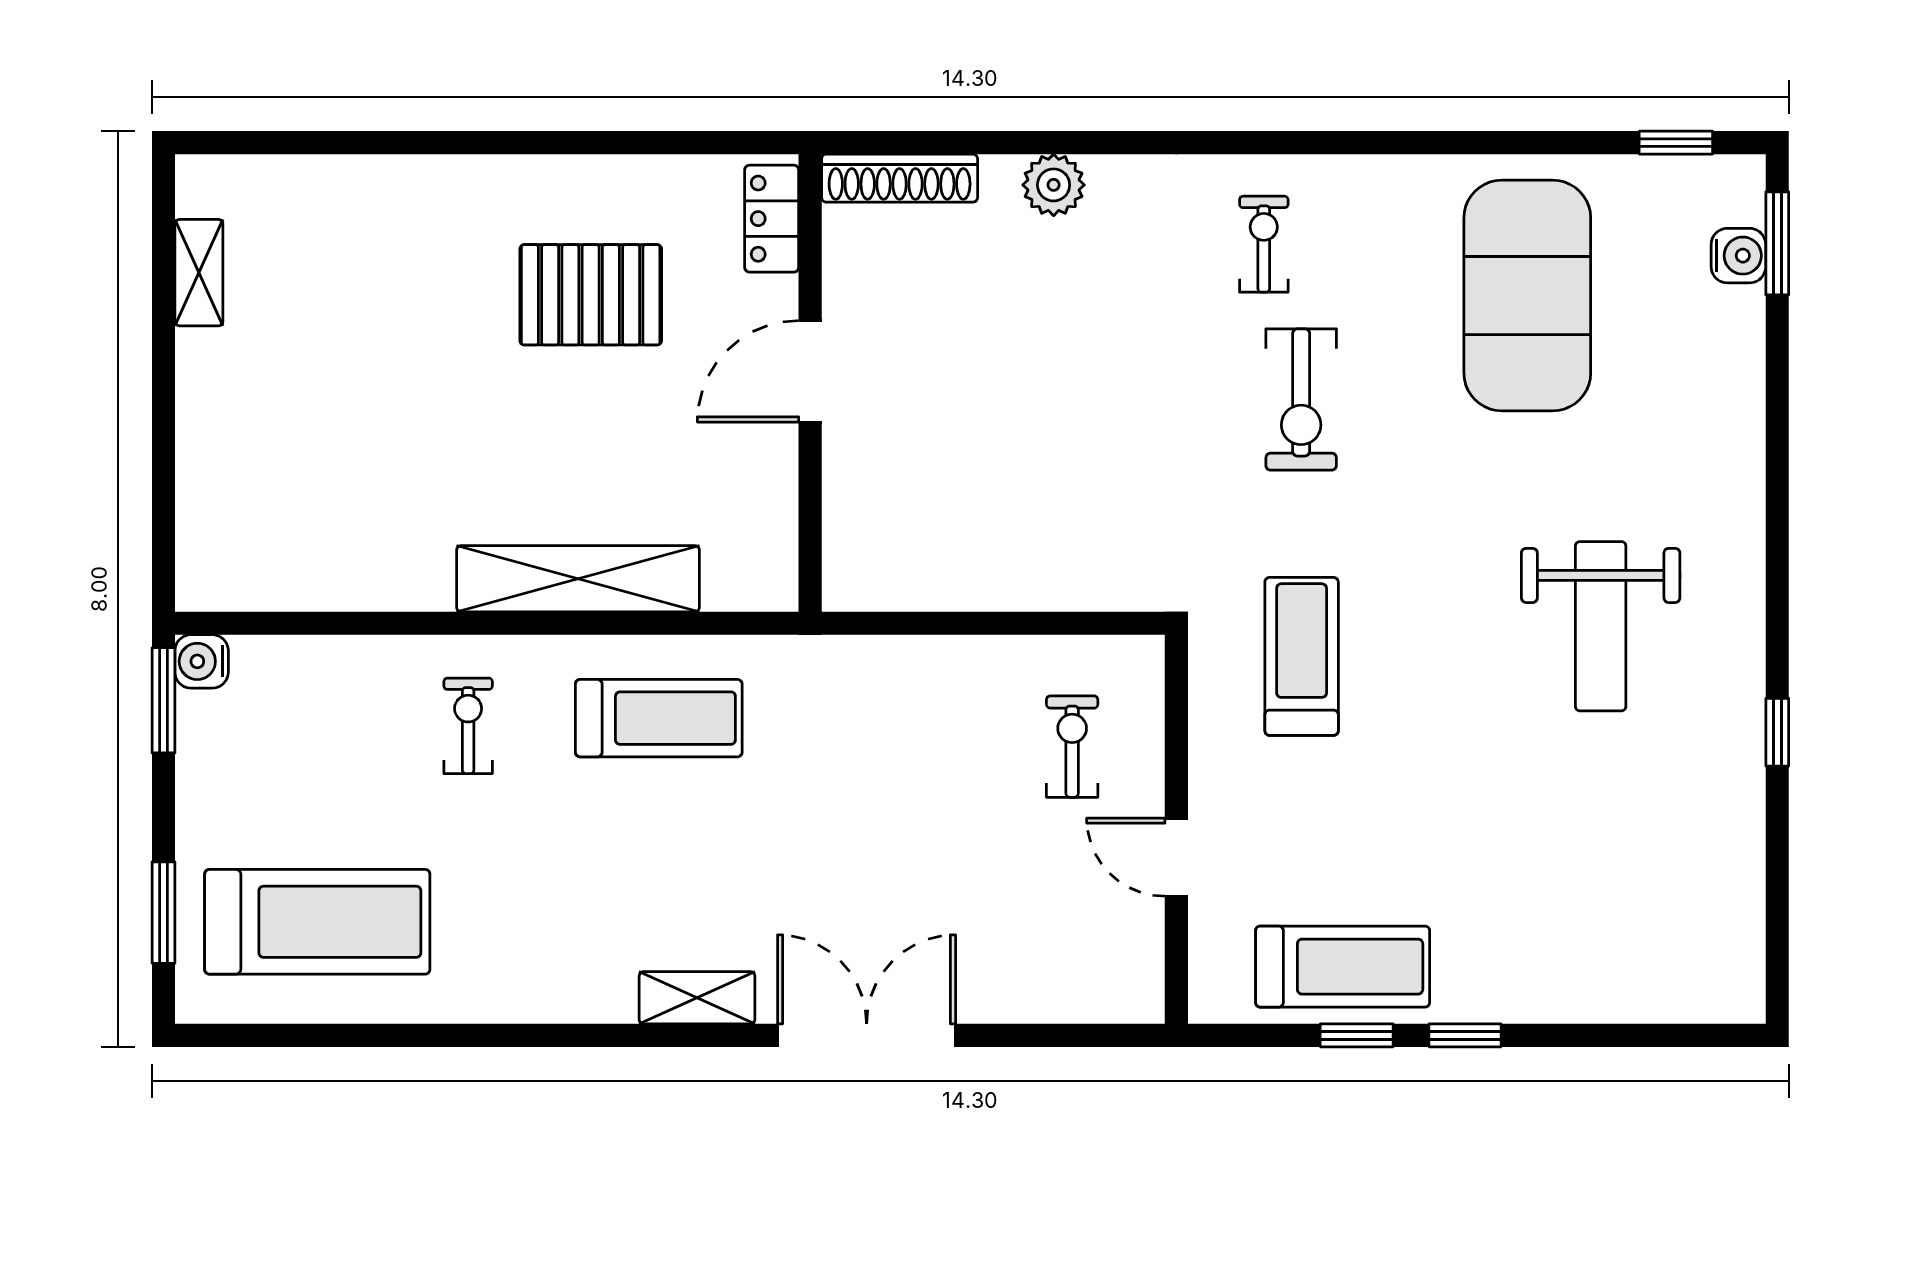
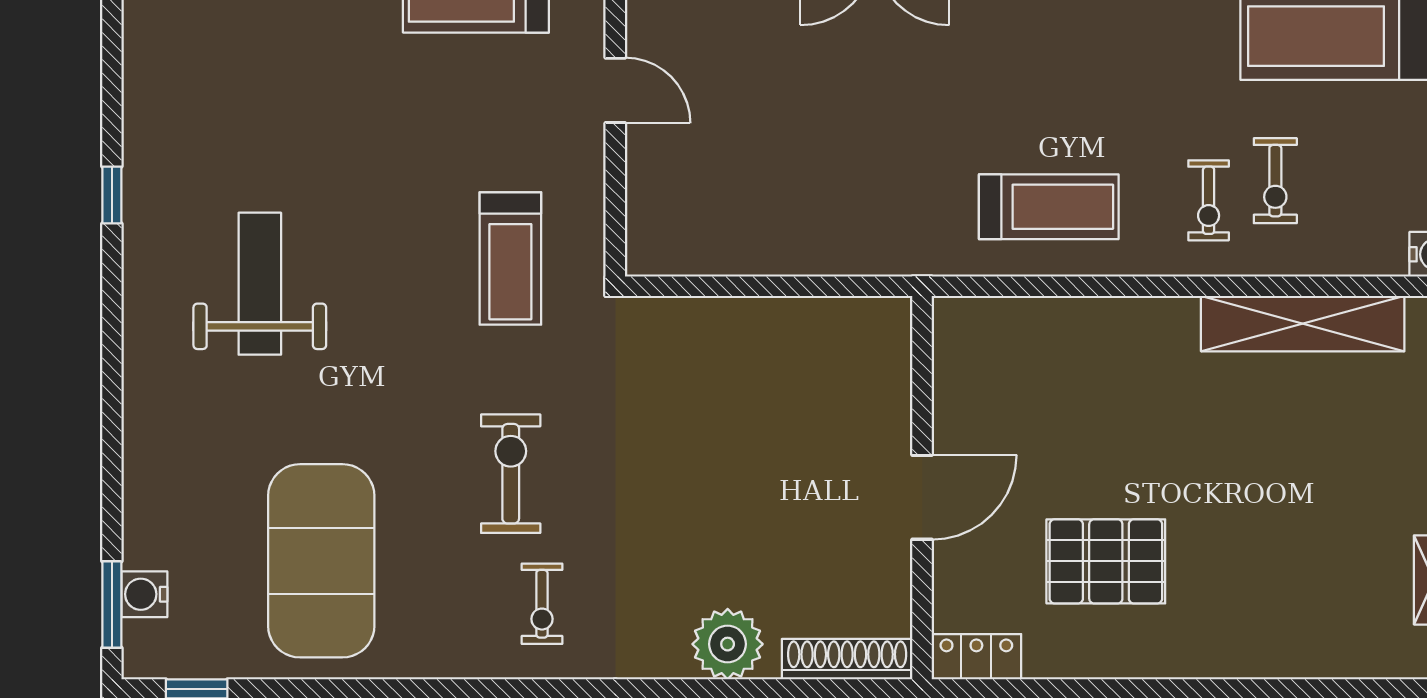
plant: (1054, 185) -> (728, 644), width x1.36, depth x1.36
locker: (772, 219) -> (976, 657), moved, turned -90
shelving: (578, 579) -> (1303, 324), moved
treadmill: (659, 718) -> (1049, 207), turned 180
exercise bike: (1072, 747) -> (1275, 181), moved

